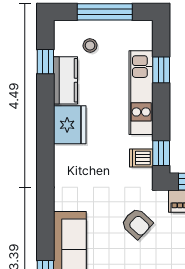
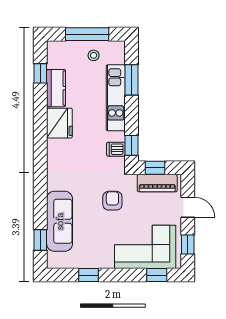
stool: (90, 45) -> (94, 55), moved
window: (161, 70) -> (131, 80), width x1.50
armchair: (137, 223) -> (112, 201), turned -133

